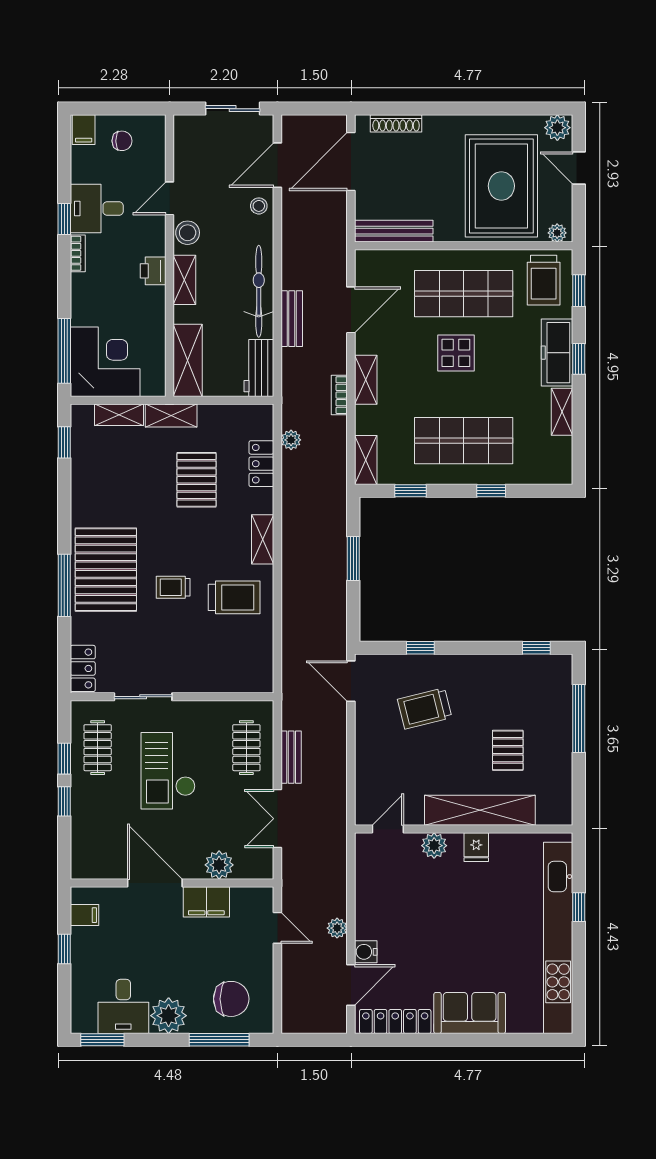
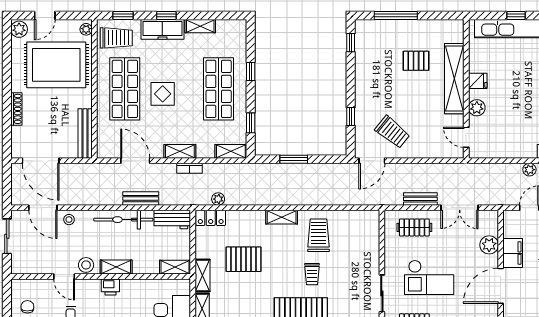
shoe rack: (396, 123) -> (16, 109), moved
shelving: (188, 360) -> (175, 267), width x0.67, depth x0.75
locker: (261, 464) -> (211, 218), moved
trolley: (425, 708) -> (392, 132), moved, turned -37

